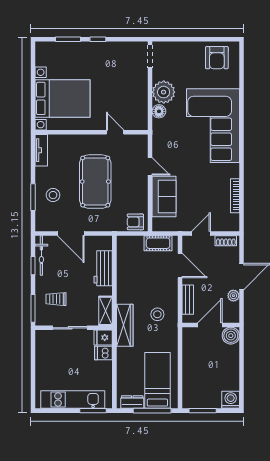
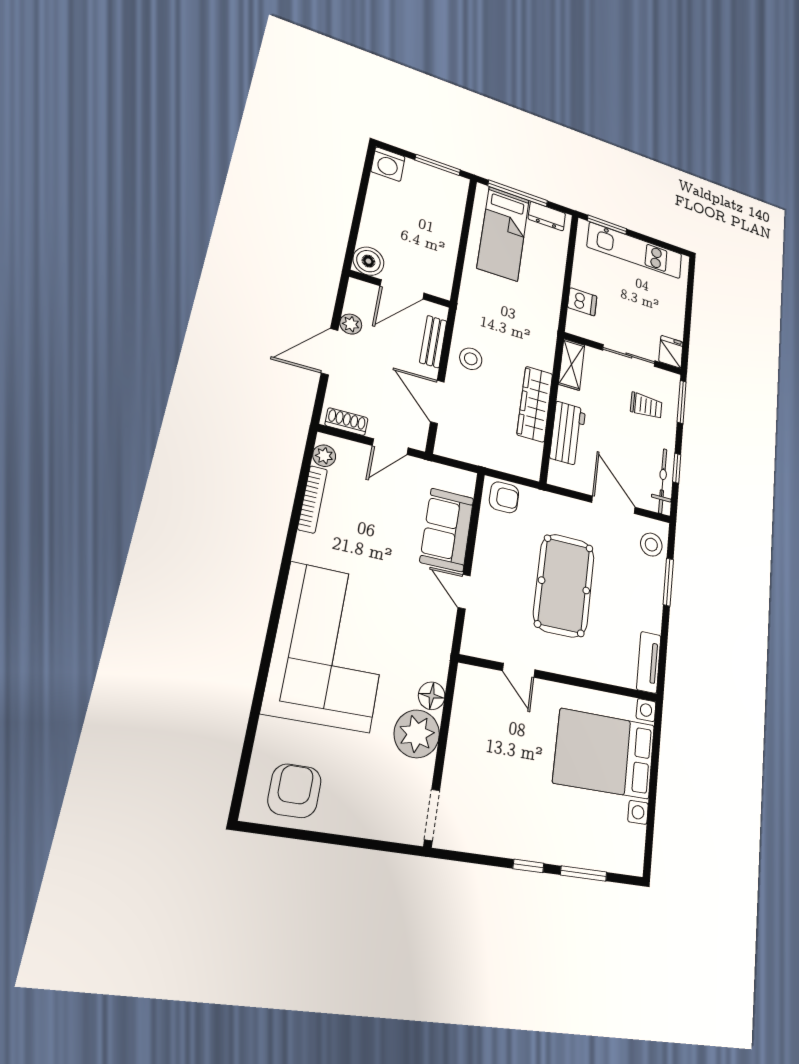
stool: (53, 195) -> (651, 545), moved
plant: (234, 220) -> (324, 456), added
cot: (158, 243) -> (470, 450), removed
stool: (157, 314) -> (471, 359), moved
wardrobe: (125, 325) -> (535, 404), moved
fridge: (103, 337) -> (671, 352), moved, turned -90

